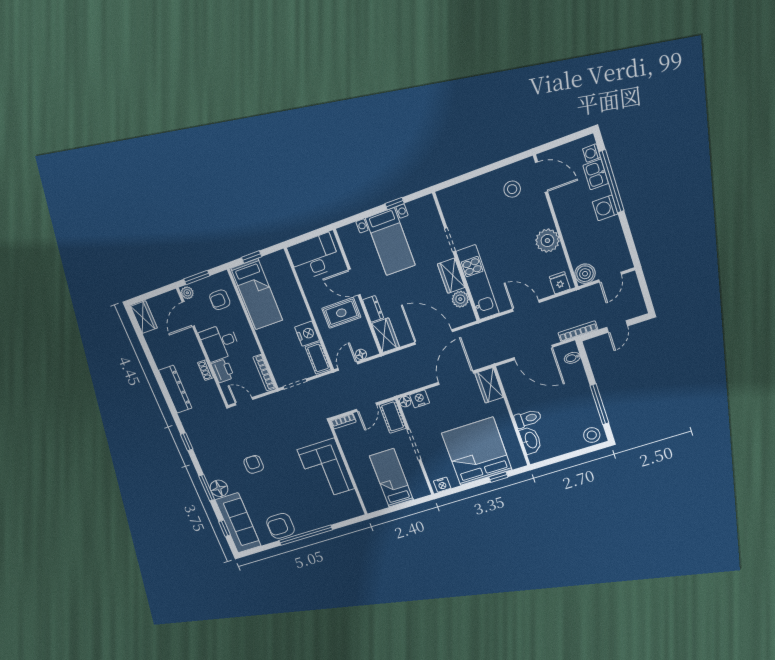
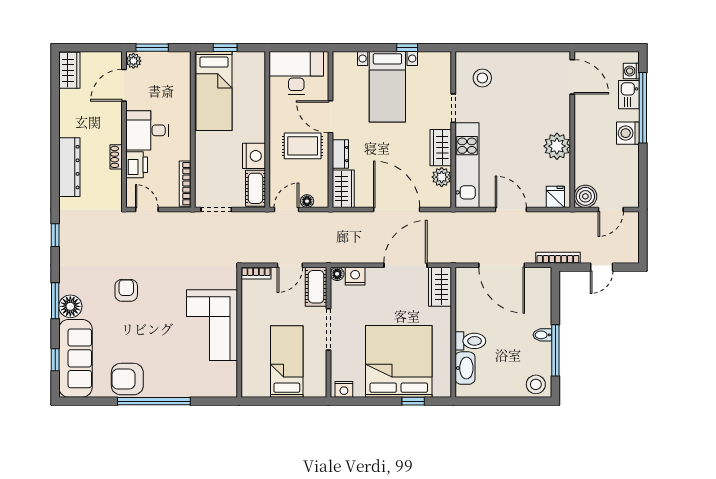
stool: (512, 189) -> (482, 78), moved
armchair: (220, 300) -> (168, 82), removed
bidet: (572, 358) -> (542, 335), moved

